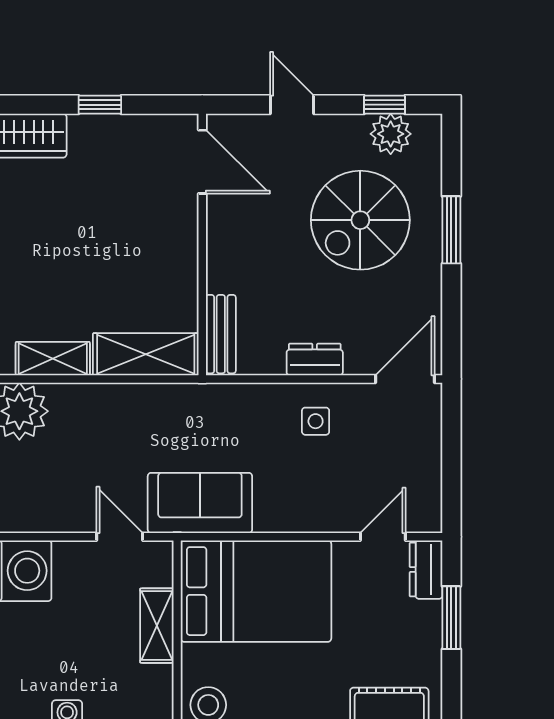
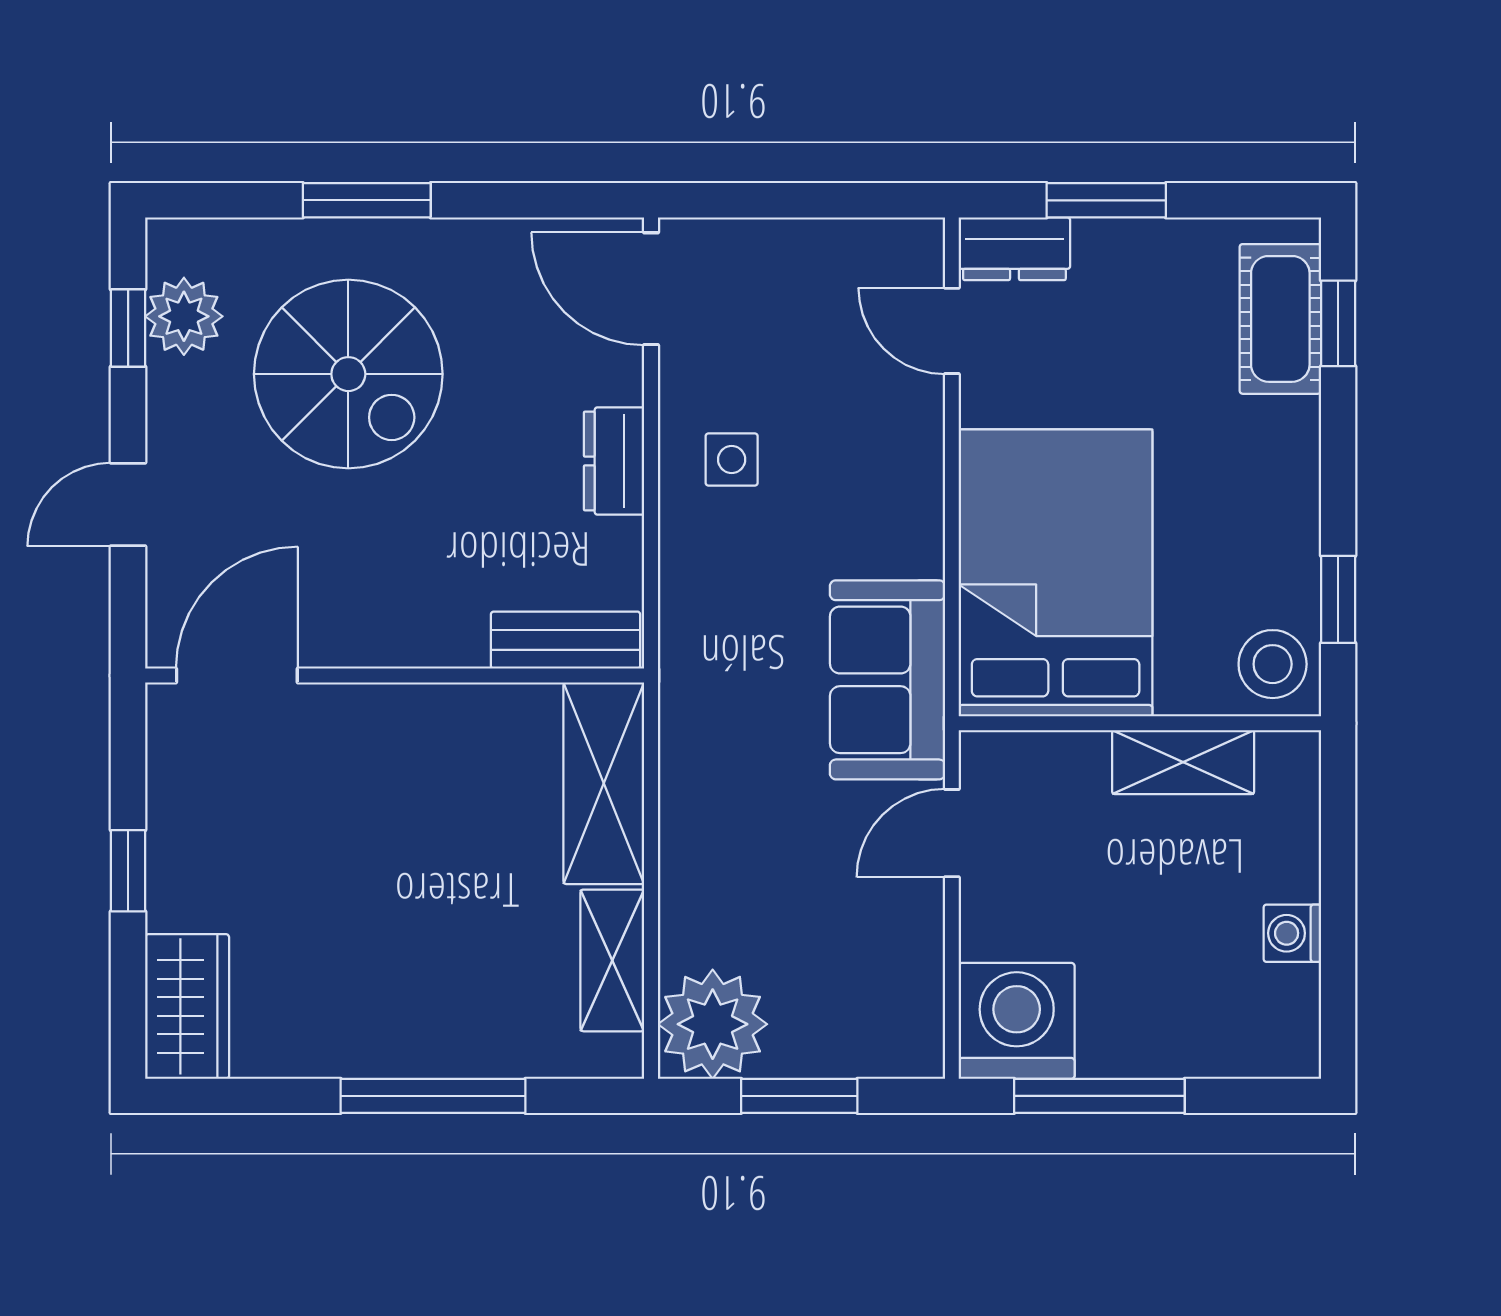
shelving: (157, 626) -> (1183, 762), moved

